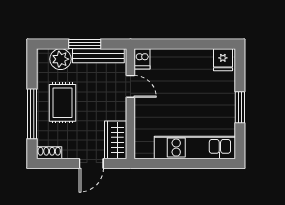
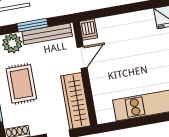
door: (130, 86) -> (82, 57), hinge flipped
wardrobe: (116, 140) -> (76, 101), width x1.50

